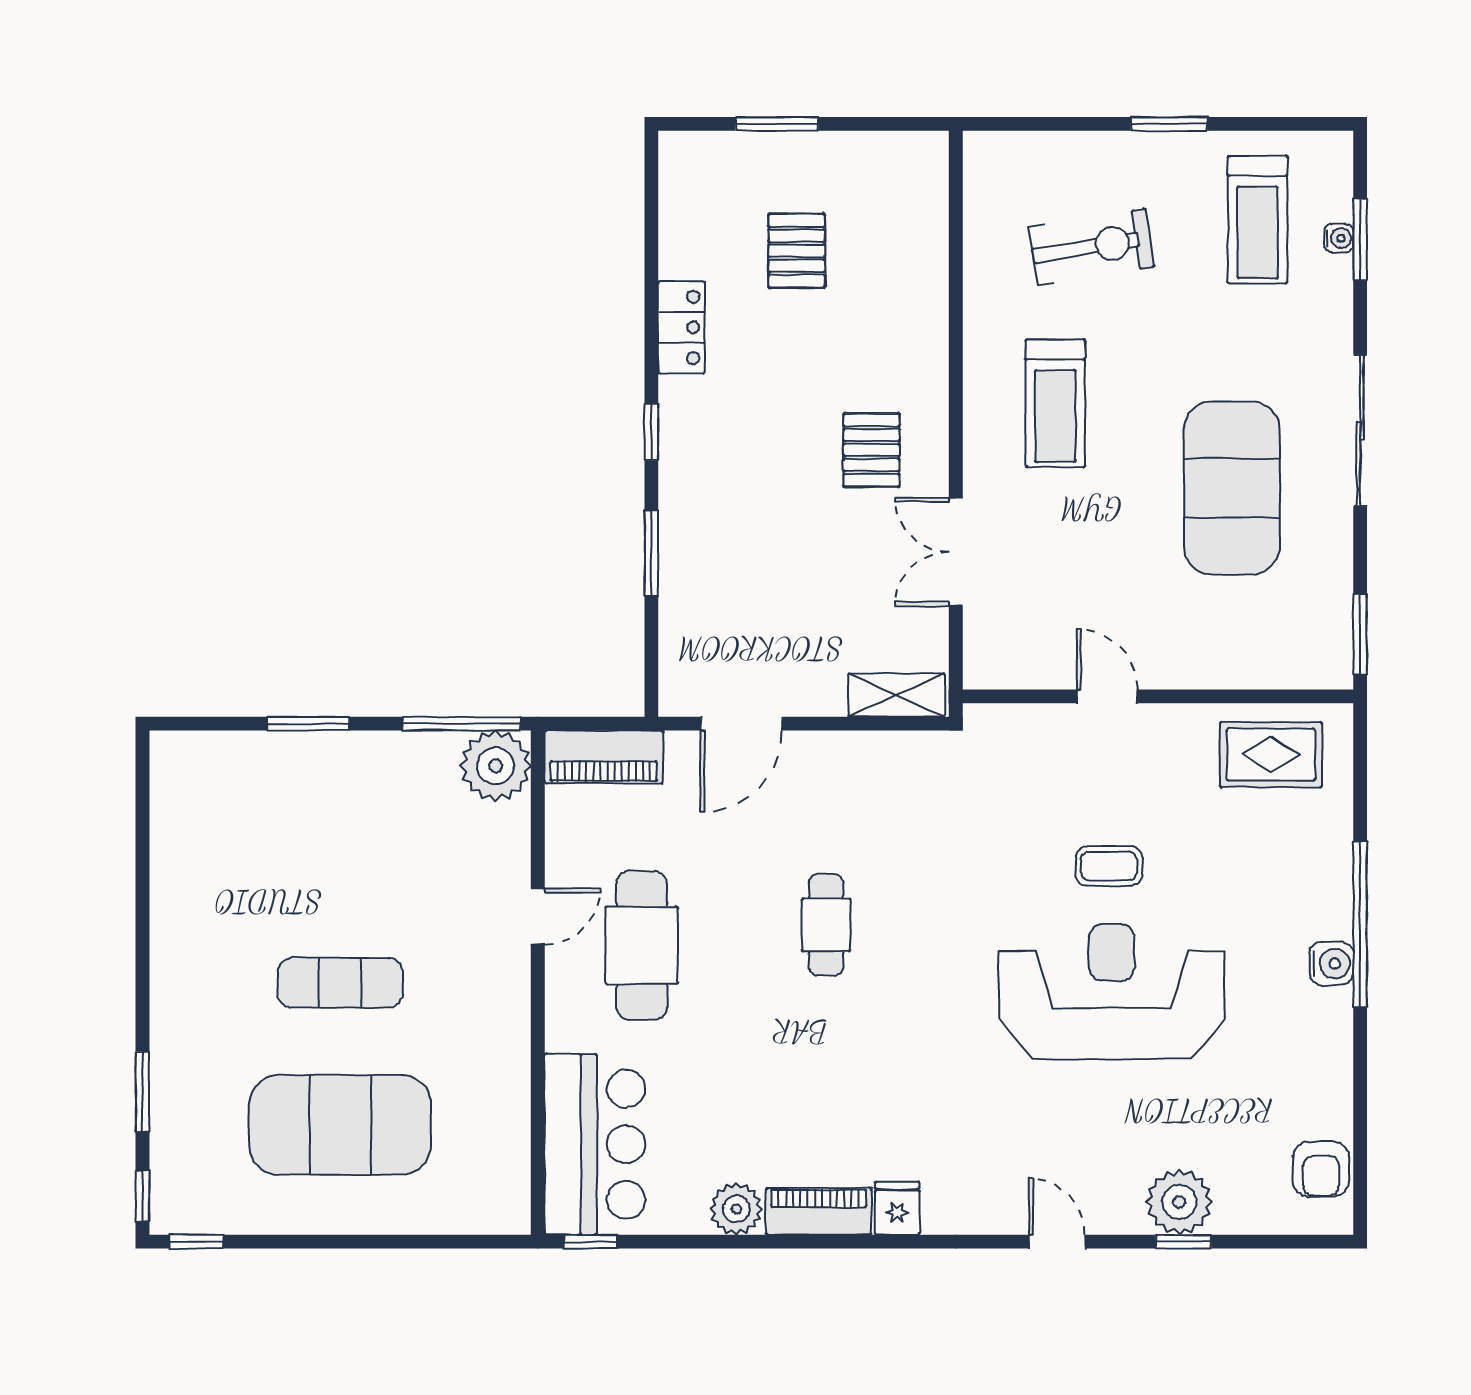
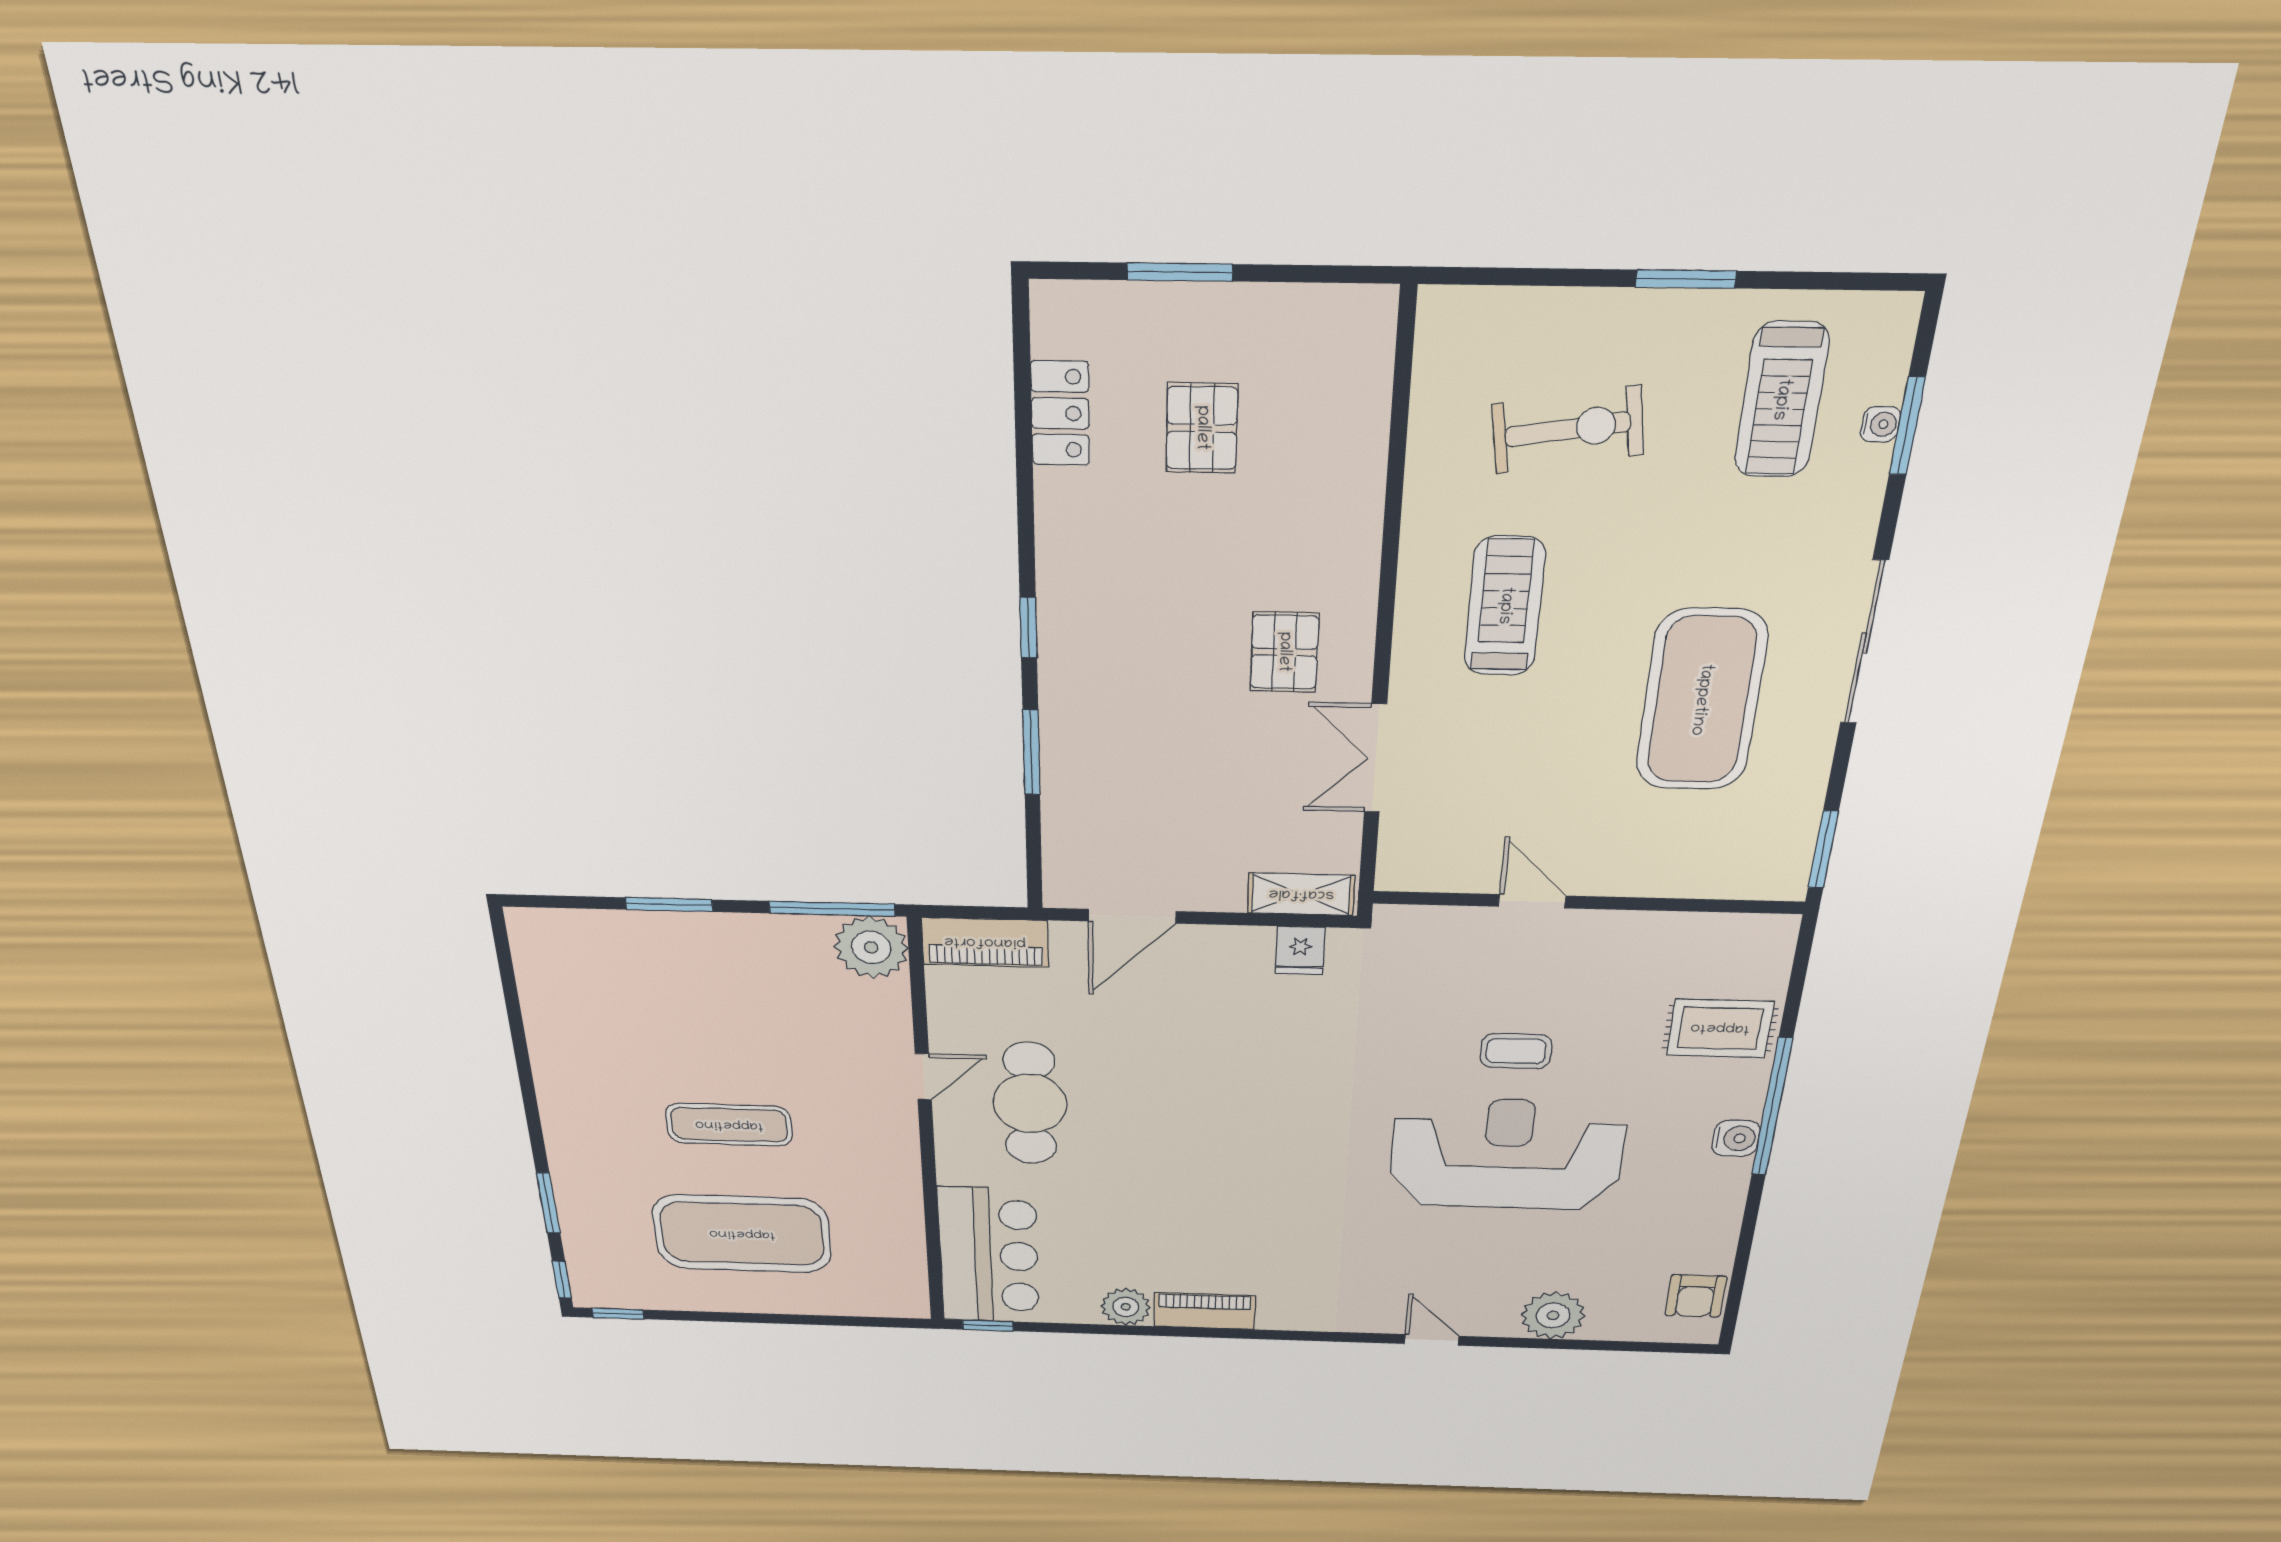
locker: (681, 327) -> (1060, 413), moved
treadmill: (1055, 403) -> (1505, 606), turned 180
rug: (1271, 755) -> (1720, 1028), moved
cafe table: (826, 925) -> (1218, 1092), removed
fridge: (897, 1208) -> (1300, 951), moved, turned 180
window: (1183, 1242) -> (1553, 1344), removed

